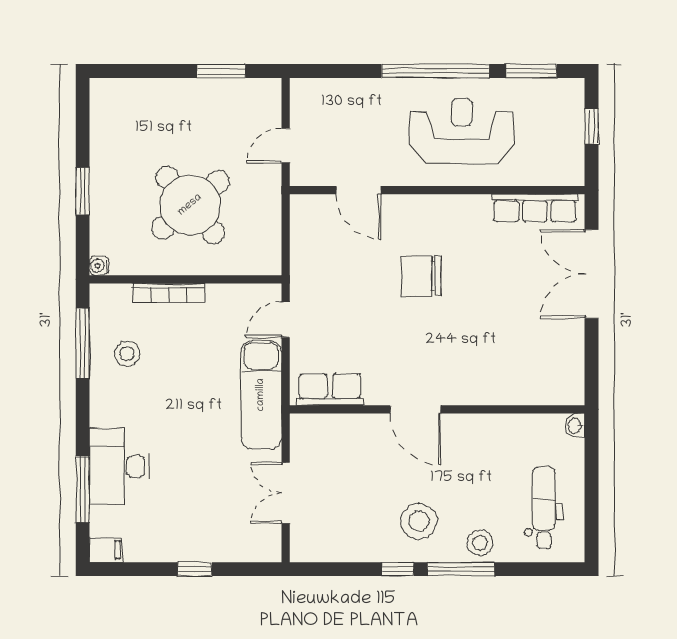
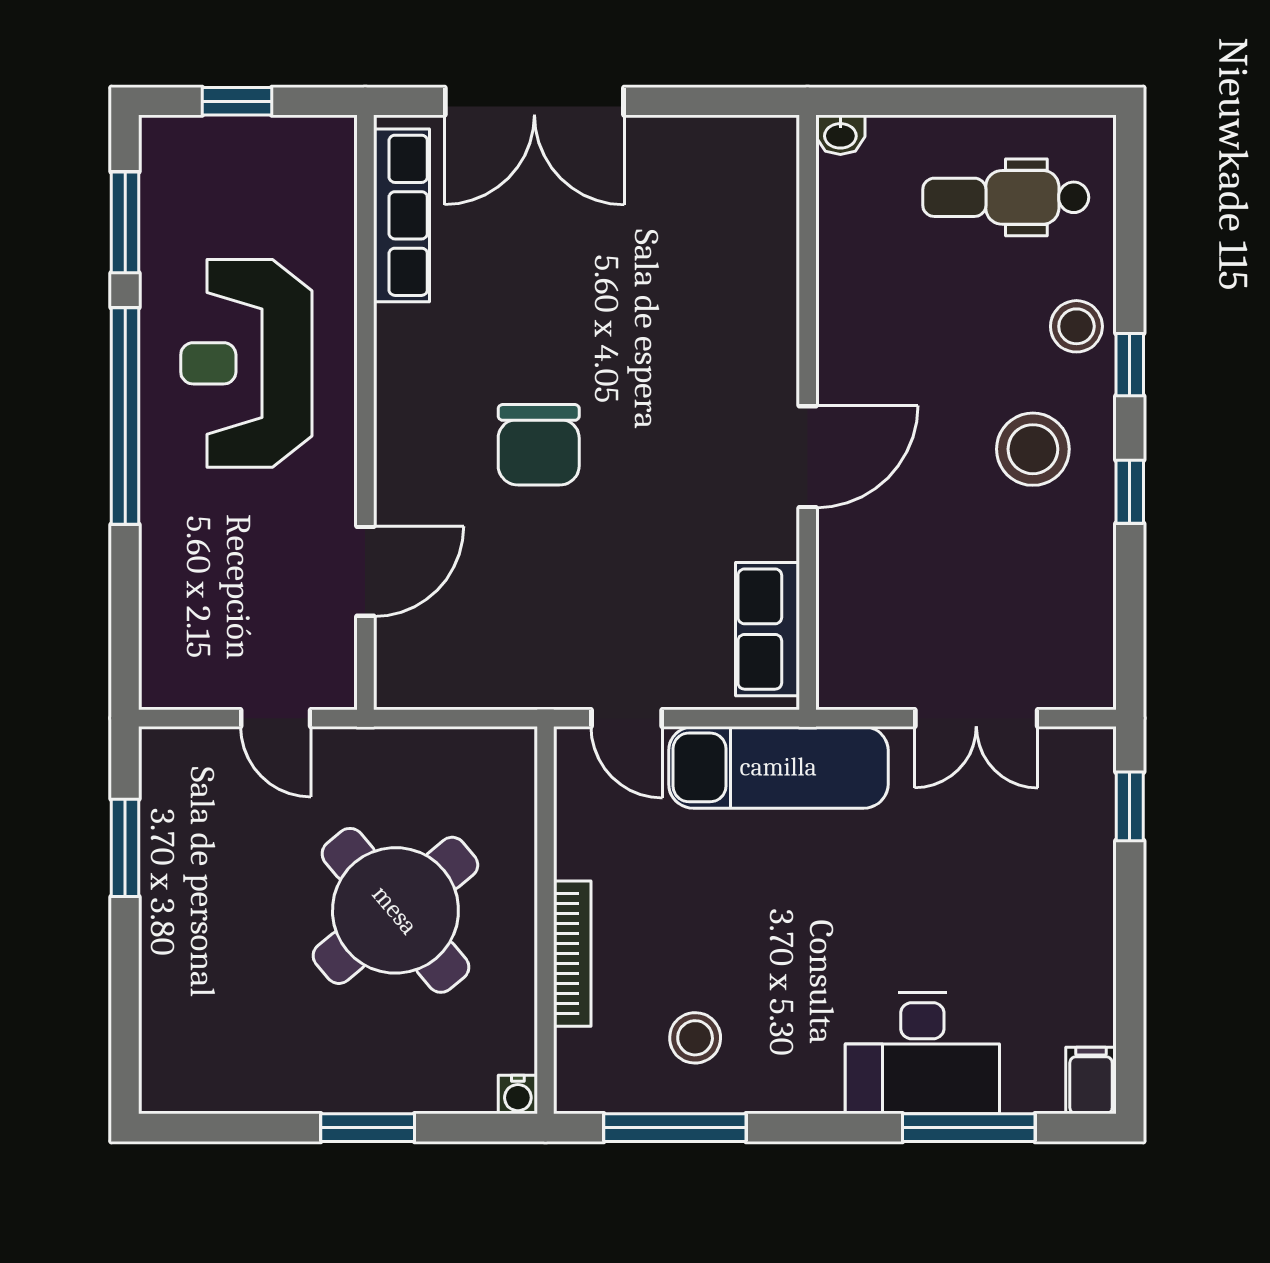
window: (195, 569) -> (1130, 806), moved
window: (461, 569) -> (1130, 365), width x0.46

